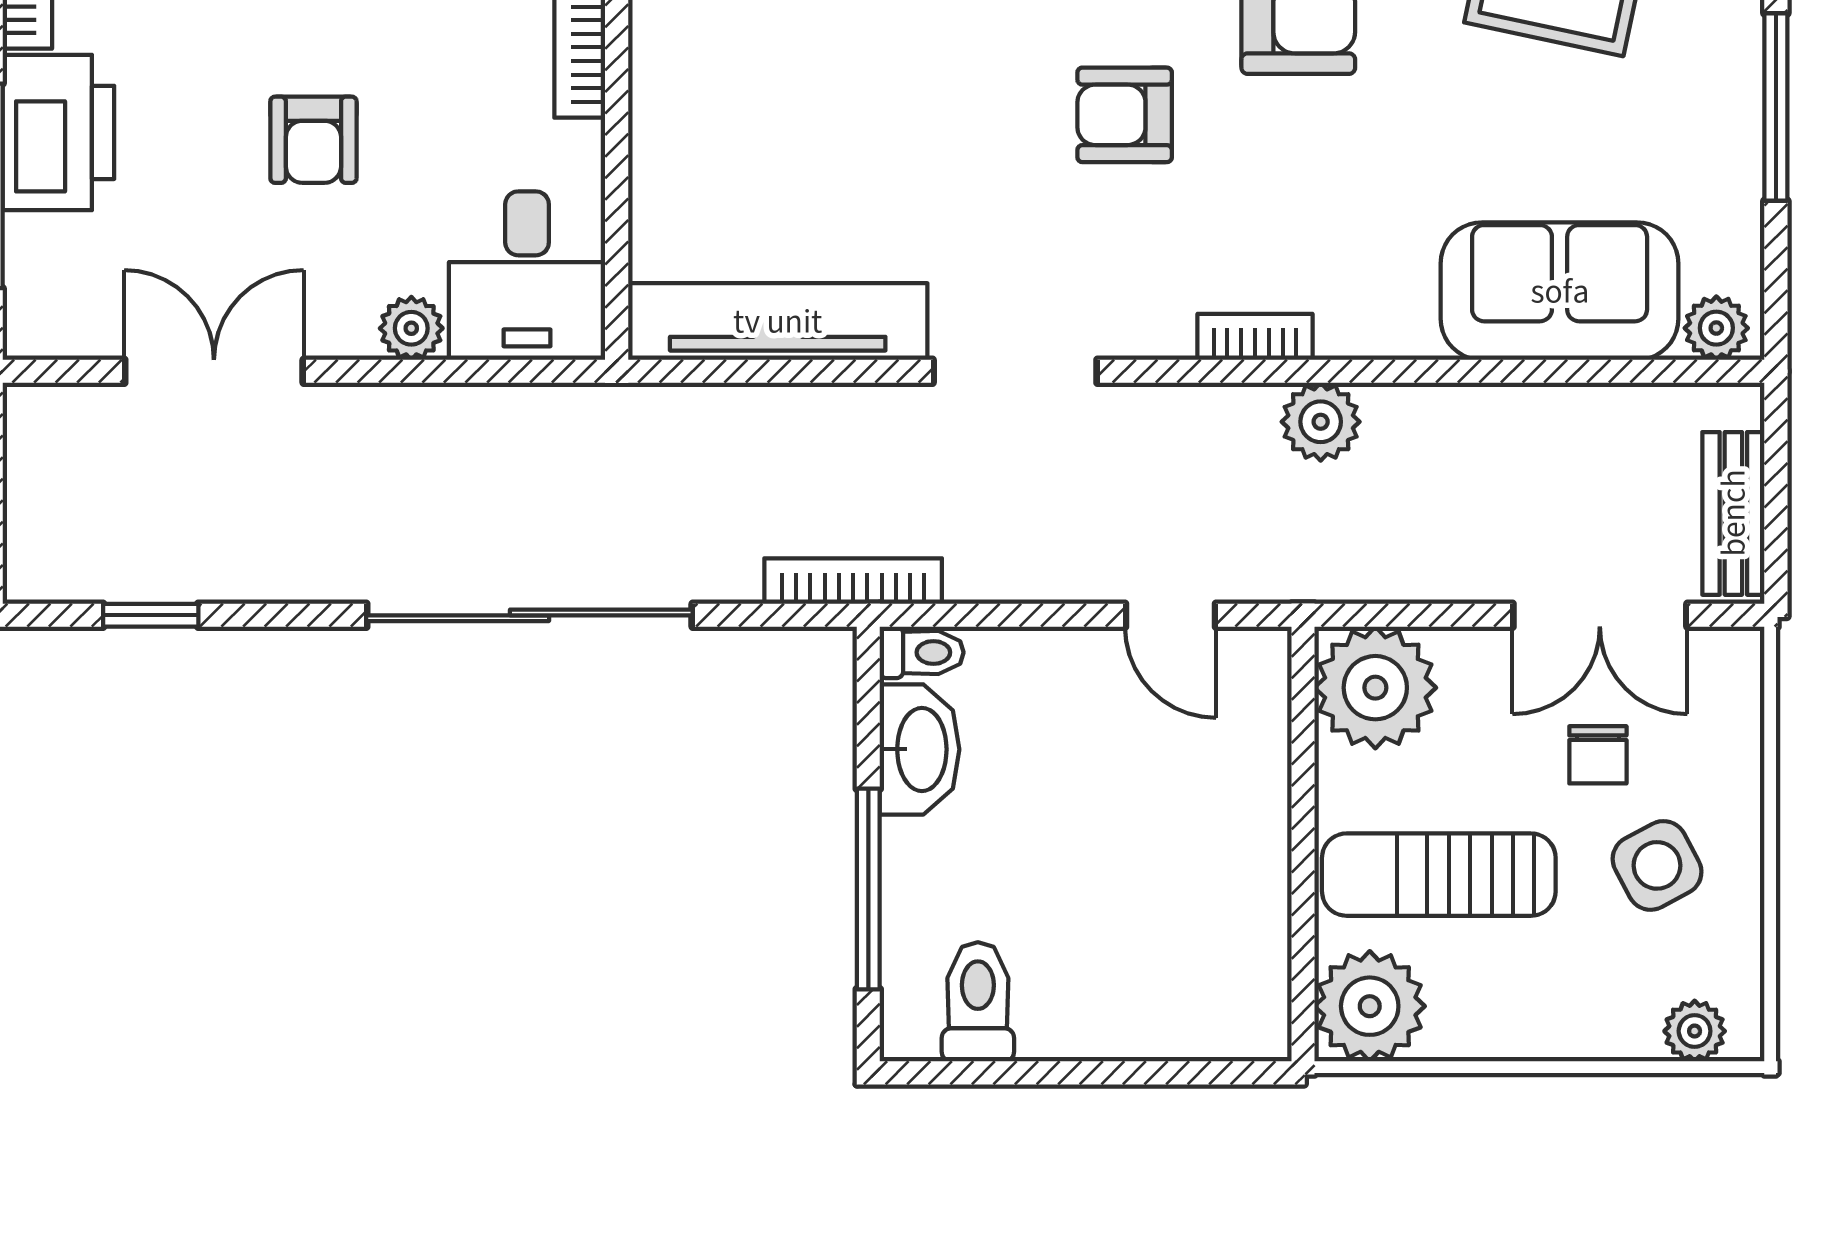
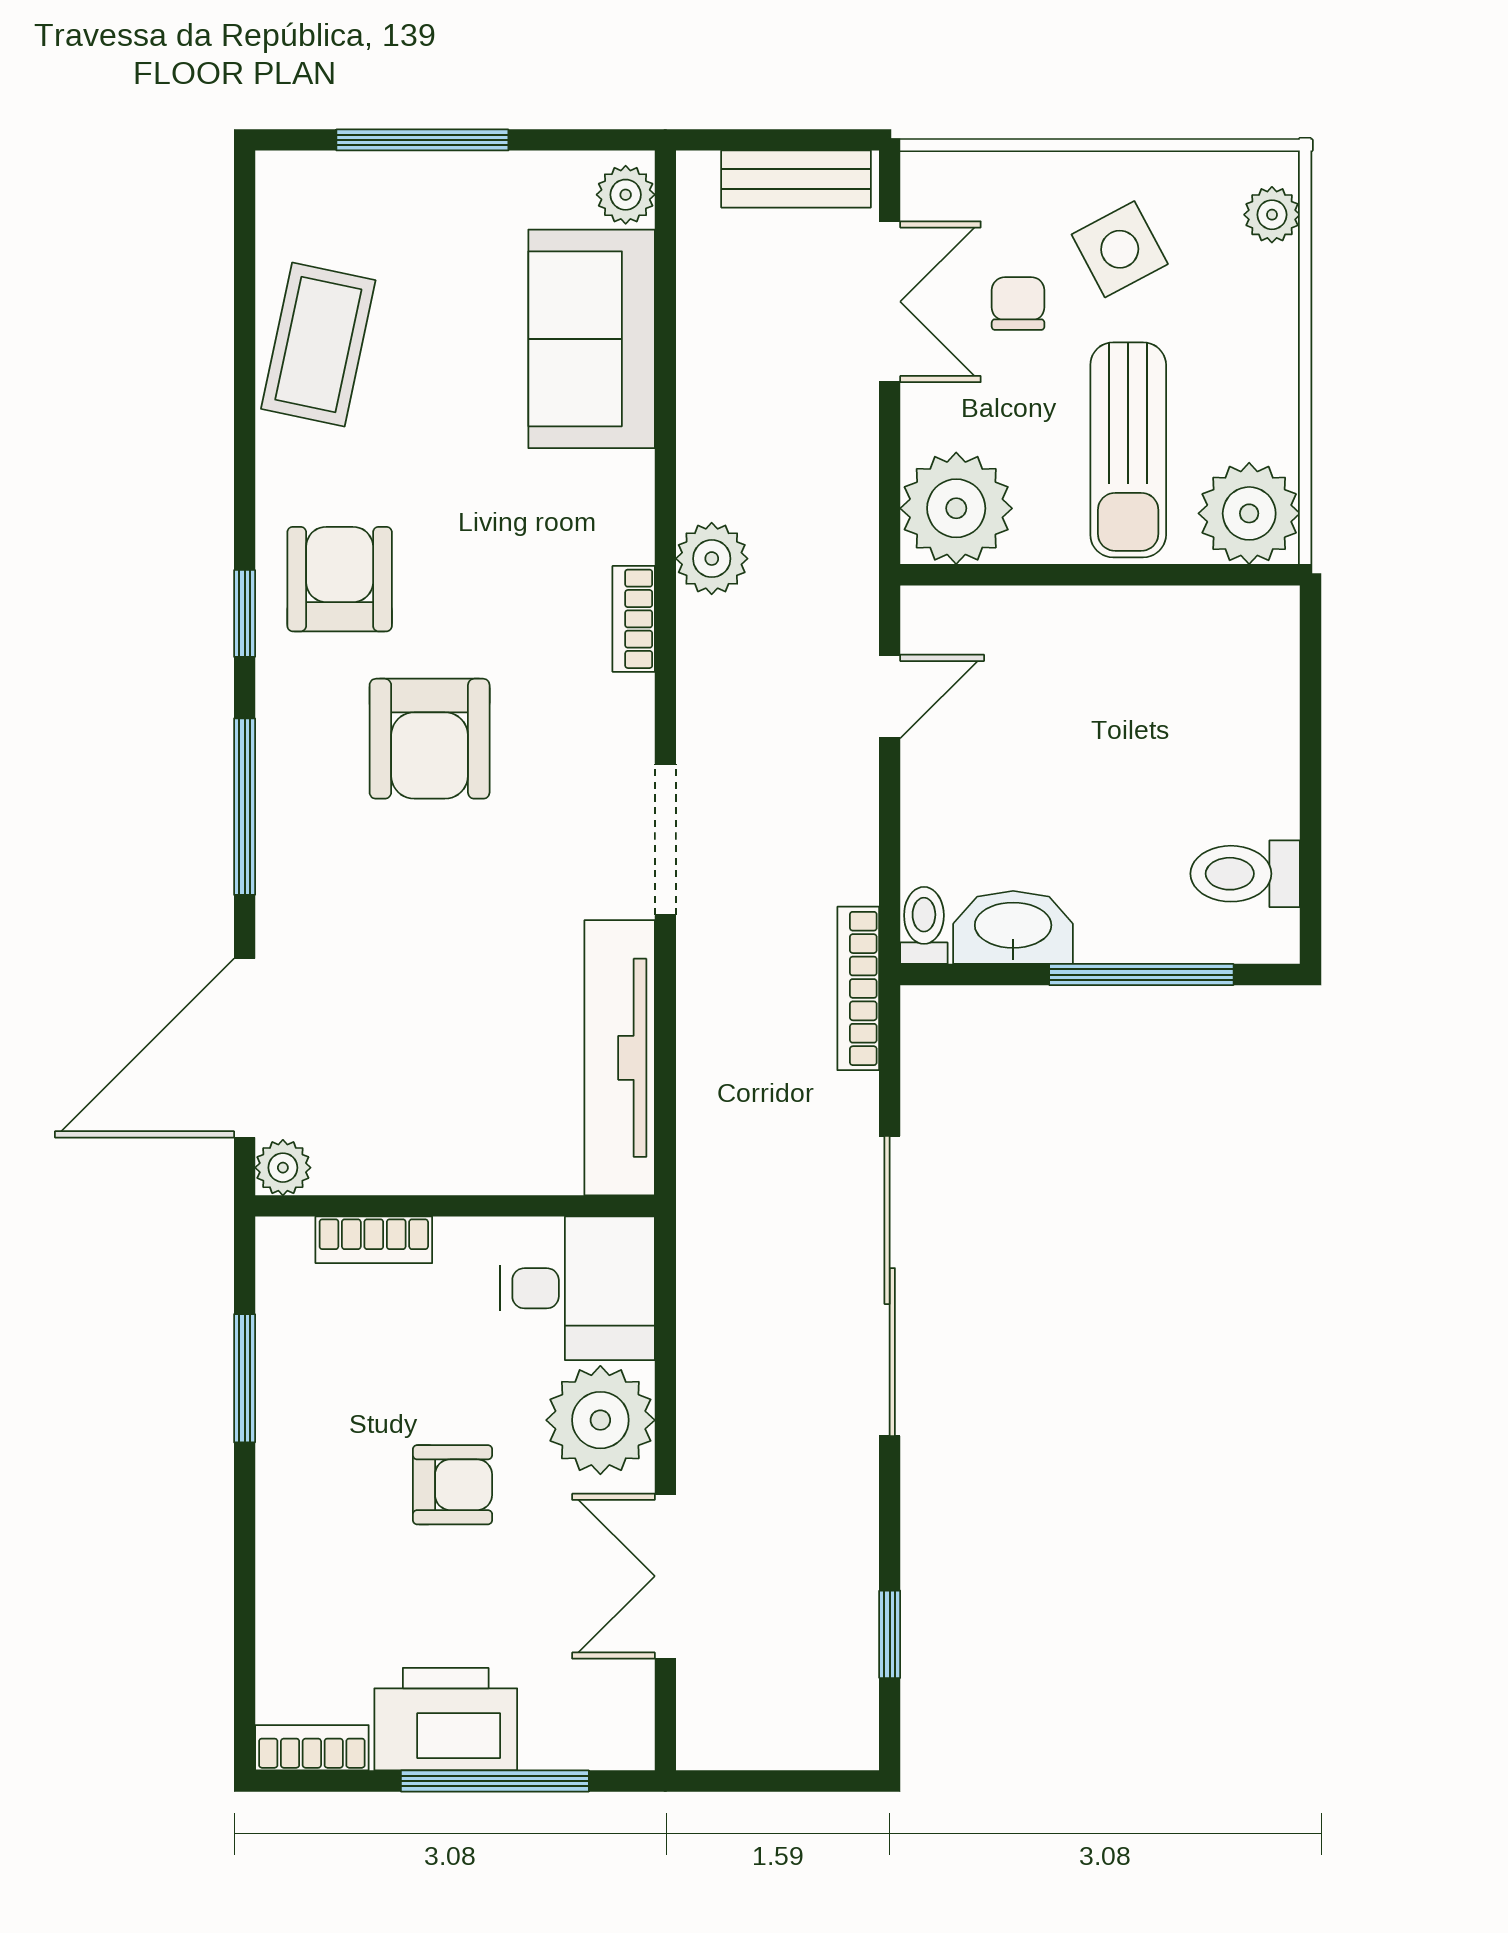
armchair: (1125, 115) -> (430, 739), width x1.38, depth x1.38
plant: (411, 328) -> (600, 1420), width x1.88, depth x1.88
chair: (1598, 755) -> (1018, 304), turned -90

